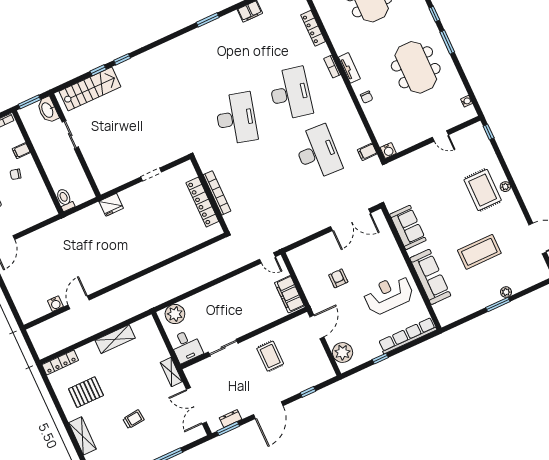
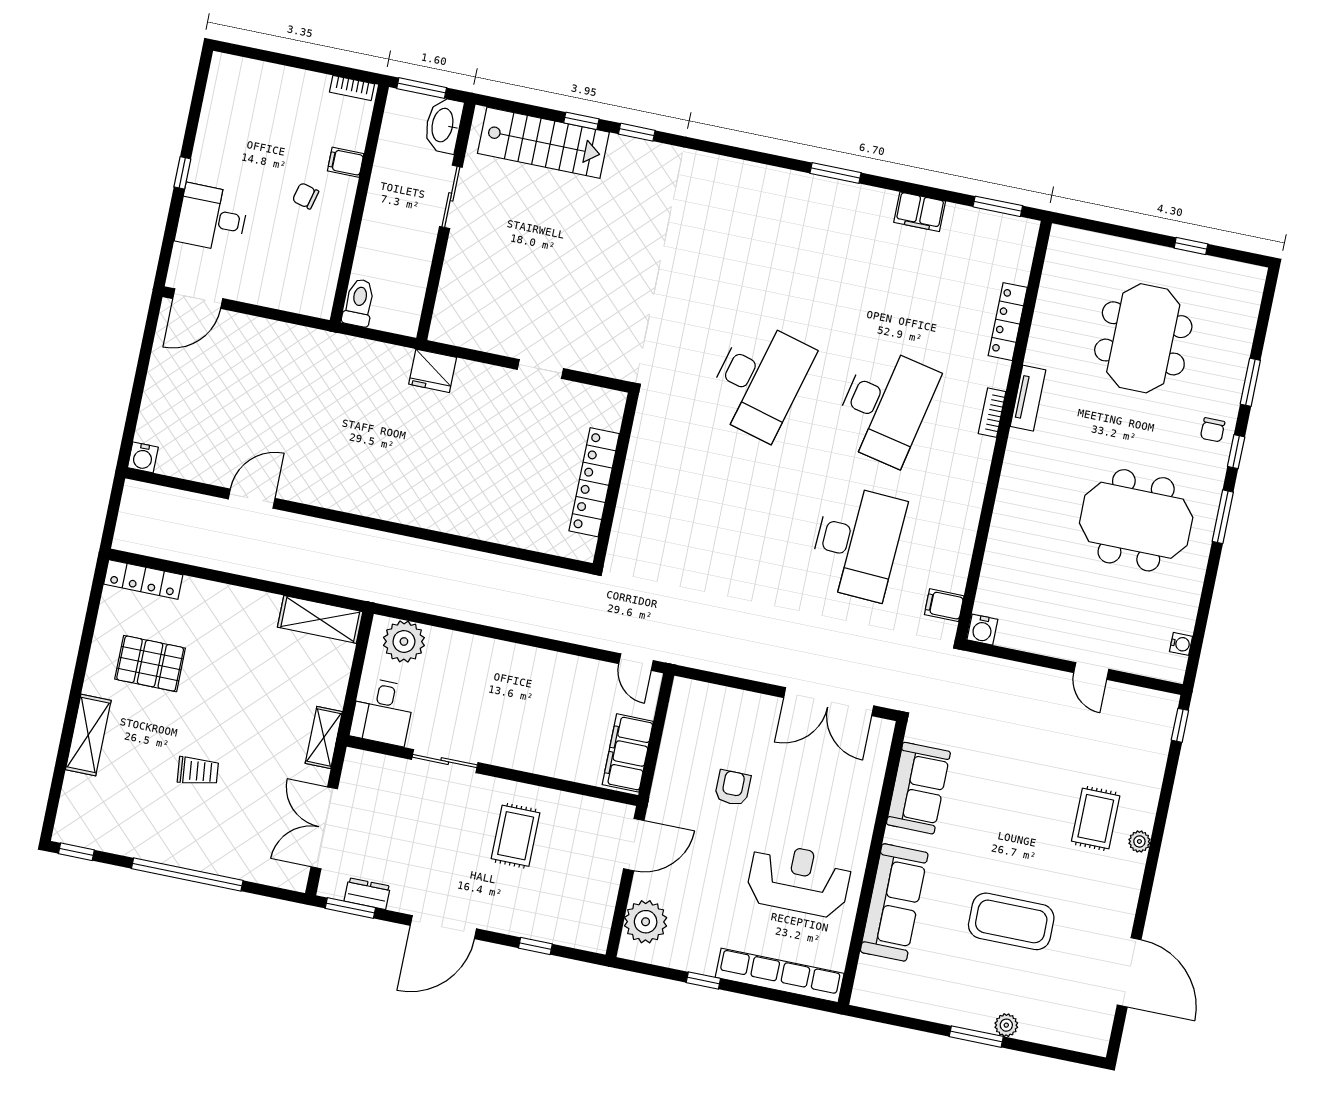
meeting table: (416, 67) -> (1136, 520), turned 90
tv unit: (349, 68) -> (1028, 398), moved
chair: (367, 97) -> (1213, 430), moved
rug: (483, 190) -> (1096, 818), width x0.73, depth x0.70
bookcase: (217, 193) -> (631, 485), removed
water cooler: (55, 304) -> (143, 457), moved
shelving: (115, 339) -> (320, 619), moved

